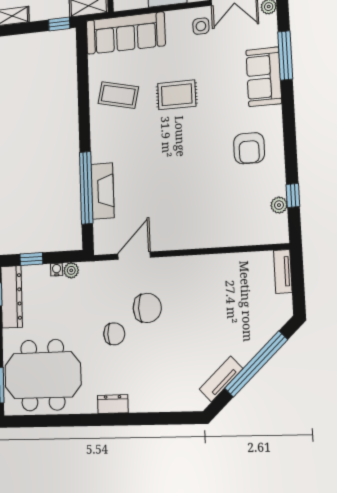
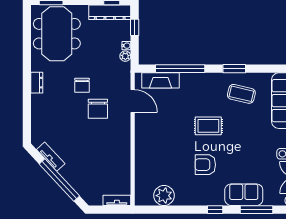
coffee table: (118, 95) -> (241, 94), turned 90
rug: (177, 95) -> (208, 126), moved, turned 90
window: (84, 109) -> (234, 69), added
armchair: (249, 148) -> (205, 165), moved
fireplace: (103, 191) -> (160, 80), moved
window: (293, 196) -> (215, 210), moved
plant: (279, 205) -> (164, 196), width x1.87, depth x1.87

